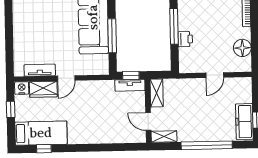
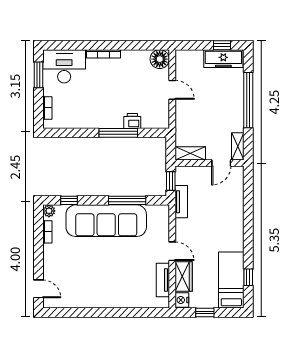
floor lamp: (242, 48) -> (160, 59), moved
tv unit: (130, 85) -> (181, 202), moved

